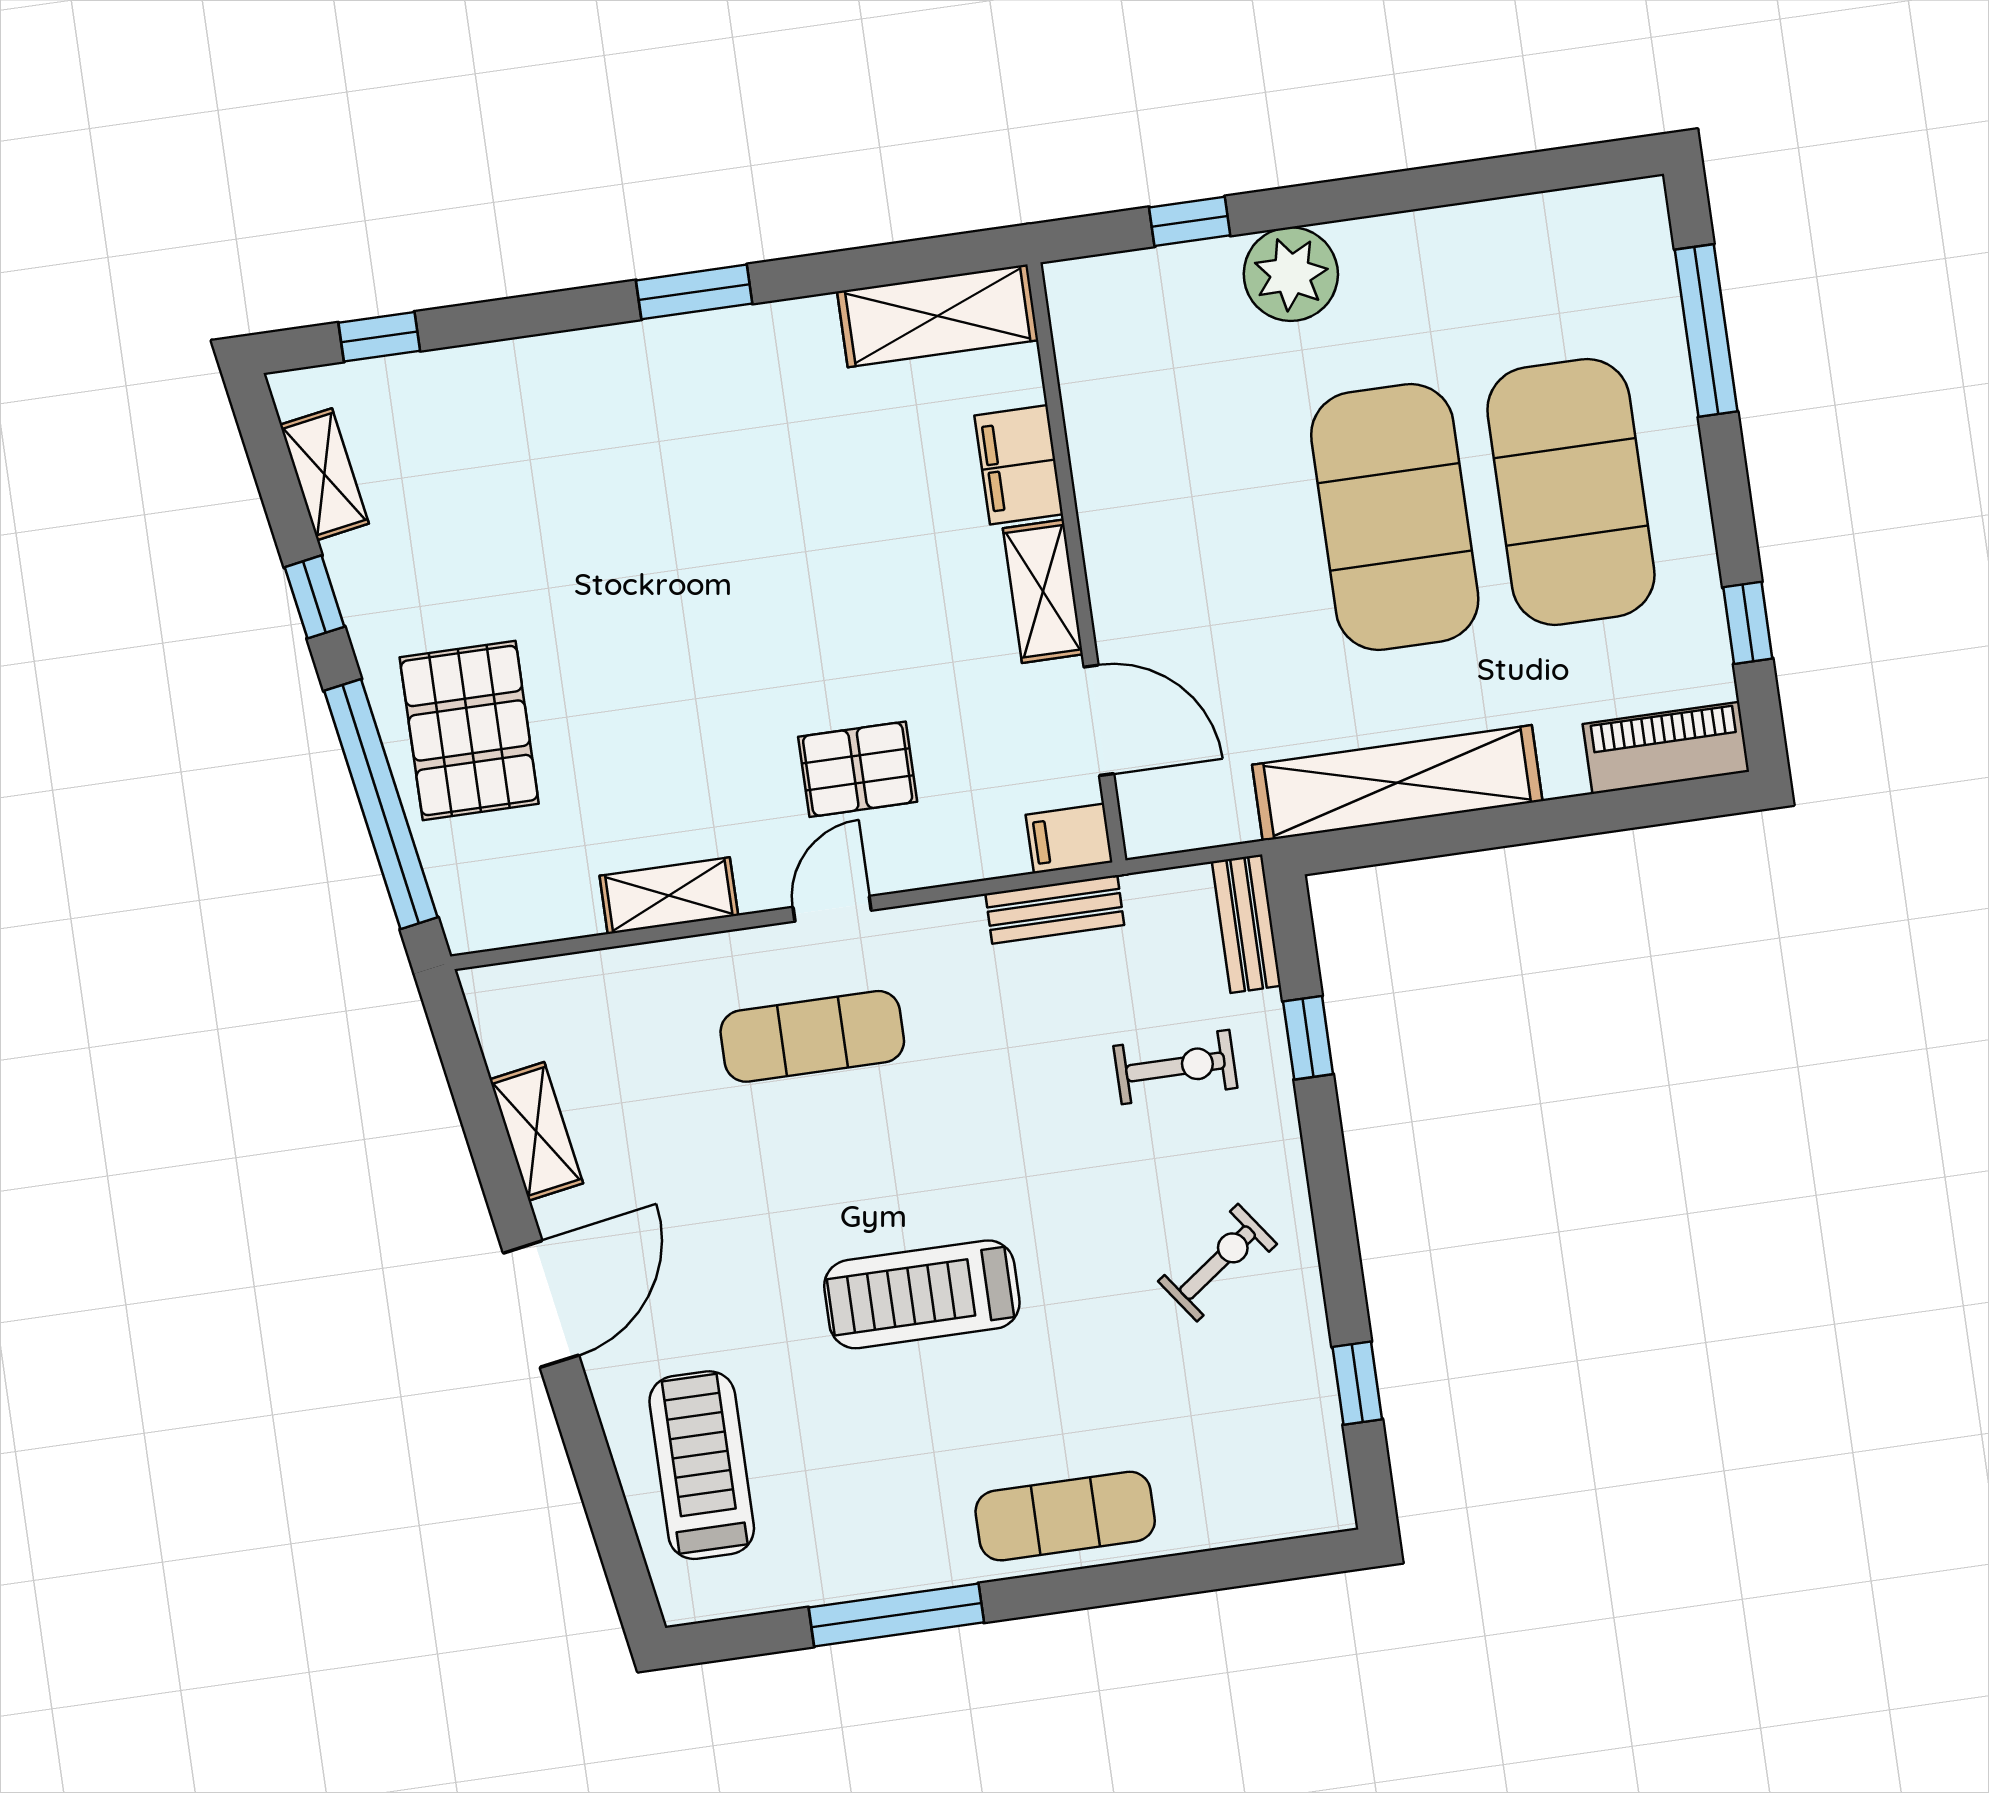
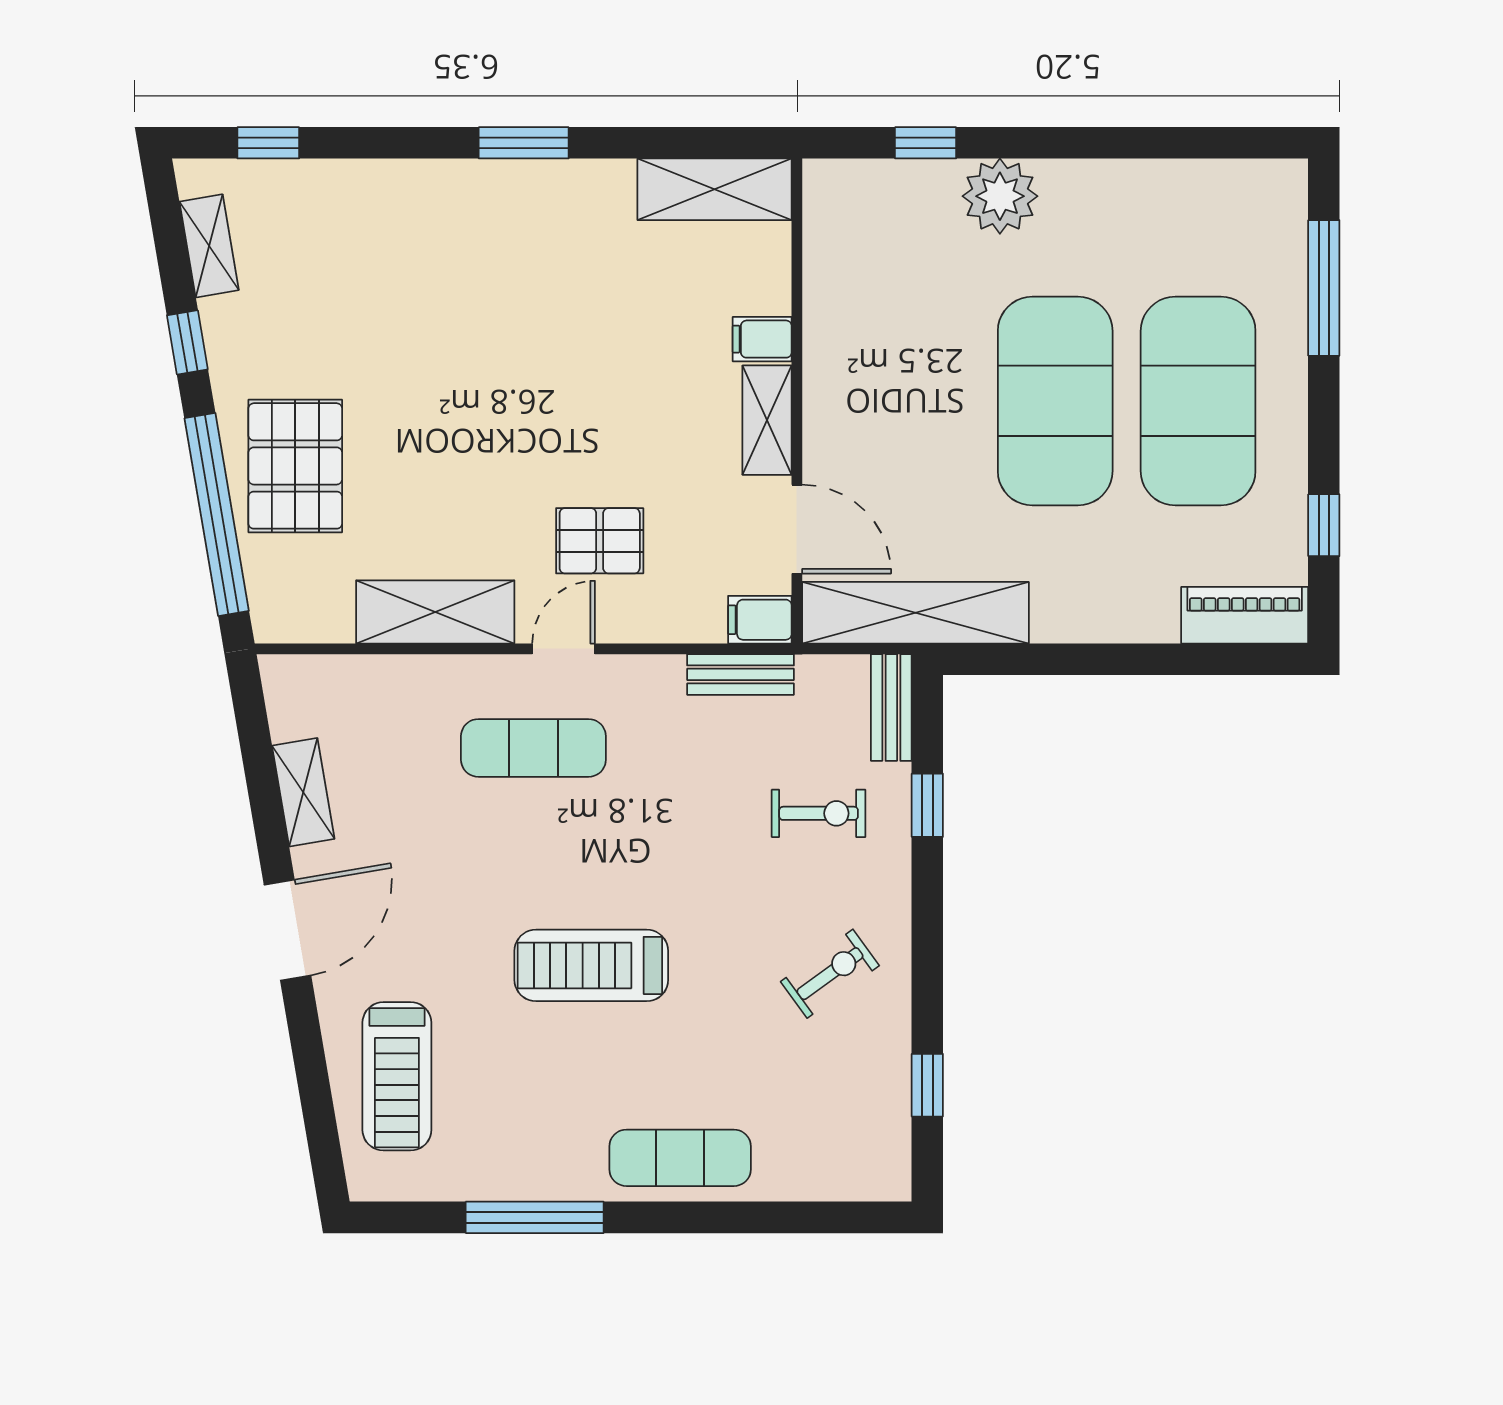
filing cabinet: (1019, 465) -> (762, 339), width x0.50
shelving: (1397, 783) -> (915, 613), moved
shelving: (669, 896) -> (435, 612), width x1.50, depth x1.33
treadmill: (702, 1465) -> (397, 1076), turned 180

